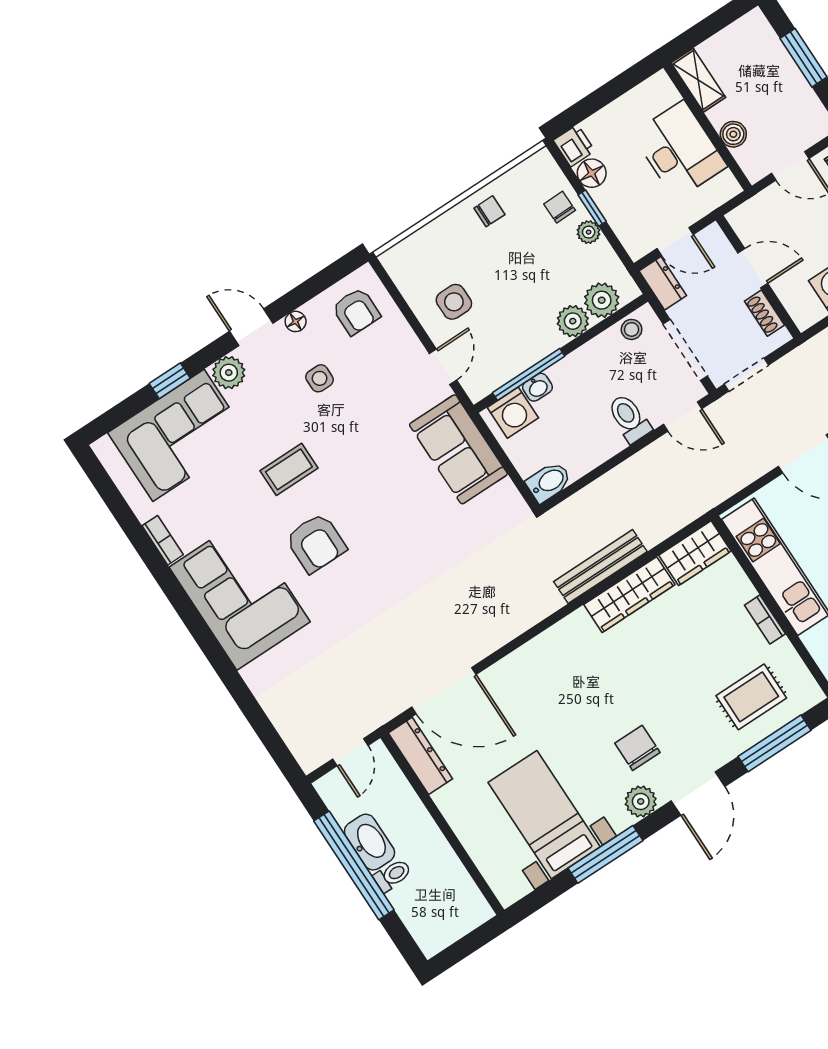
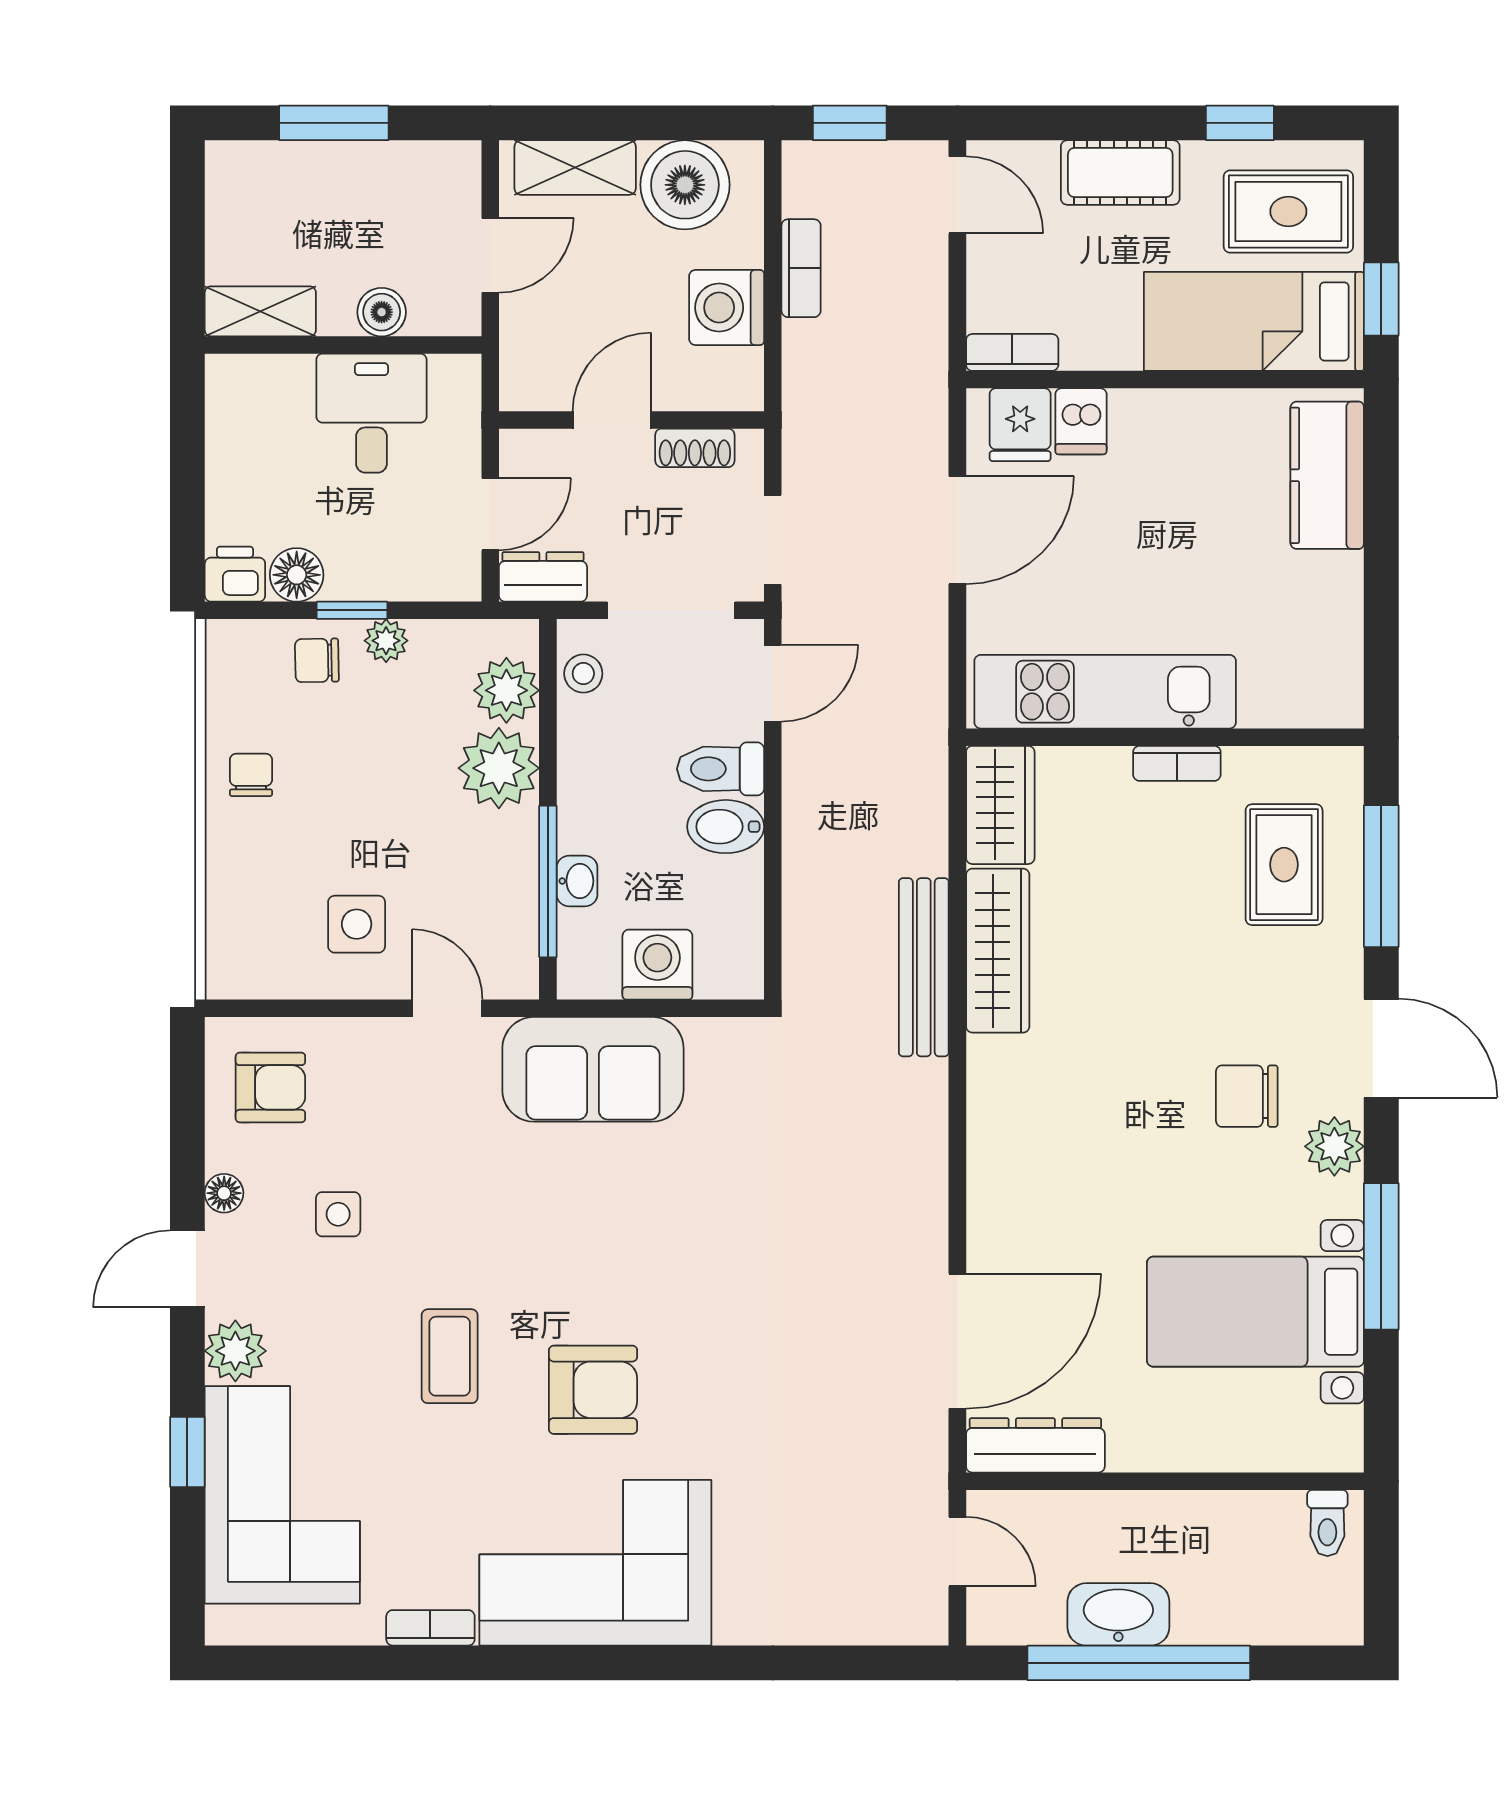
desk: (679, 150) -> (371, 413), width x0.73
plant: (573, 321) -> (499, 768), width x1.36, depth x1.36
washing machine: (513, 413) -> (657, 965), moved, turned -90
bidet: (549, 482) -> (726, 827), moved, turned -90
toilet: (393, 875) -> (1327, 1523), moved, turned 180

